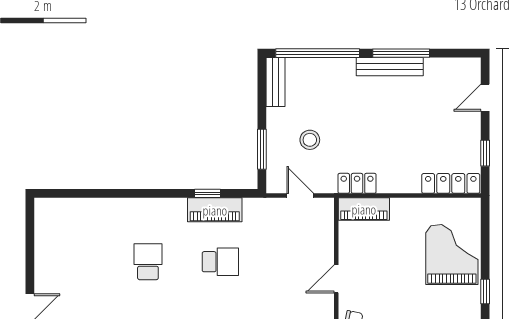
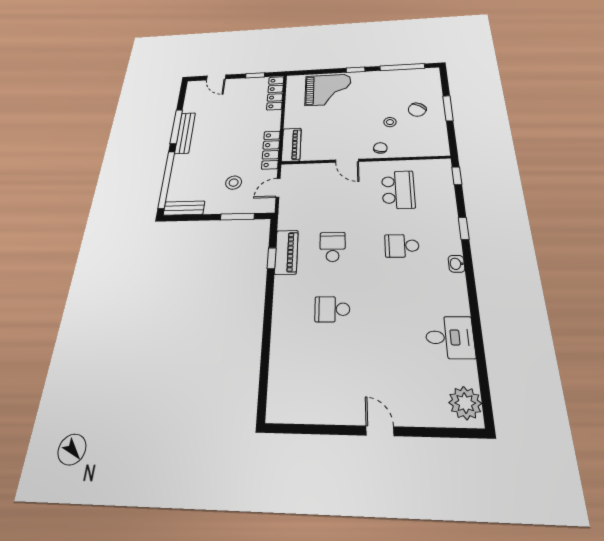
locker: (357, 183) -> (271, 150), width x1.53
grand piano: (452, 255) -> (328, 90), turned 180

